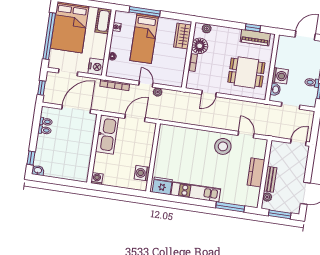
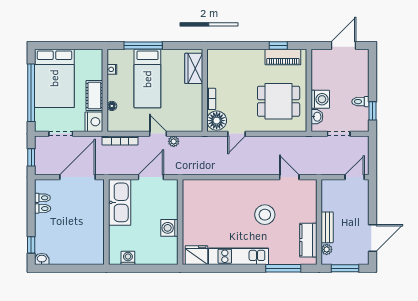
cot: (103, 21) -> (94, 96), moved
plant: (207, 29) -> (222, 55), removed
floor lamp: (200, 46) -> (217, 121), moved
stool: (223, 146) -> (265, 215), moved
kitchen counter: (256, 172) -> (308, 240), moved
washing machine: (142, 173) -> (169, 228), moved
washing machine: (97, 178) -> (128, 258), moved

